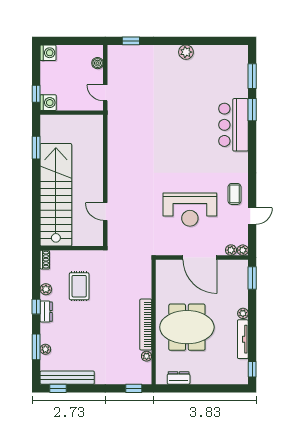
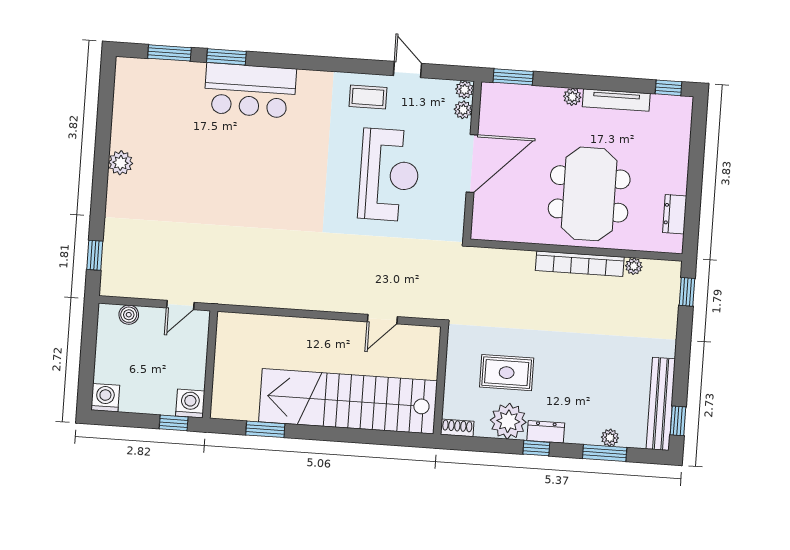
plant: (46, 289) -> (508, 421), width x1.87, depth x1.87

